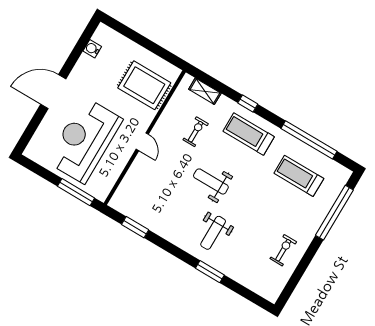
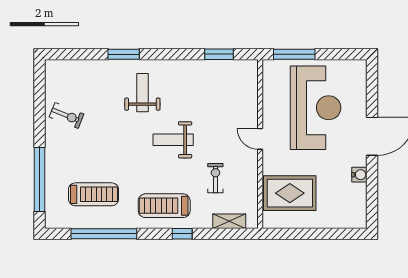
water cooler: (92, 49) -> (359, 175), moved
exercise bike: (196, 132) -> (215, 178), turned 180
treadmill: (249, 134) -> (164, 206), turned 180
weight bench: (211, 181) -> (173, 140), turned 180
exercise bike: (283, 250) -> (67, 115), turned -68

